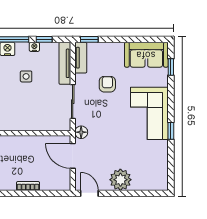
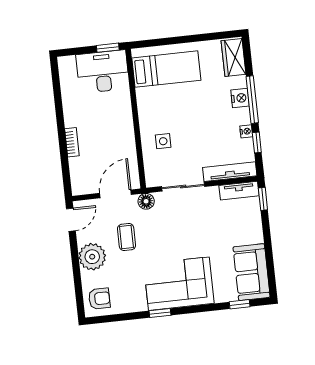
side table: (26, 76) -> (163, 141), moved
armchair: (107, 84) -> (99, 299), moved
coffee table: (108, 151) -> (126, 237), added

